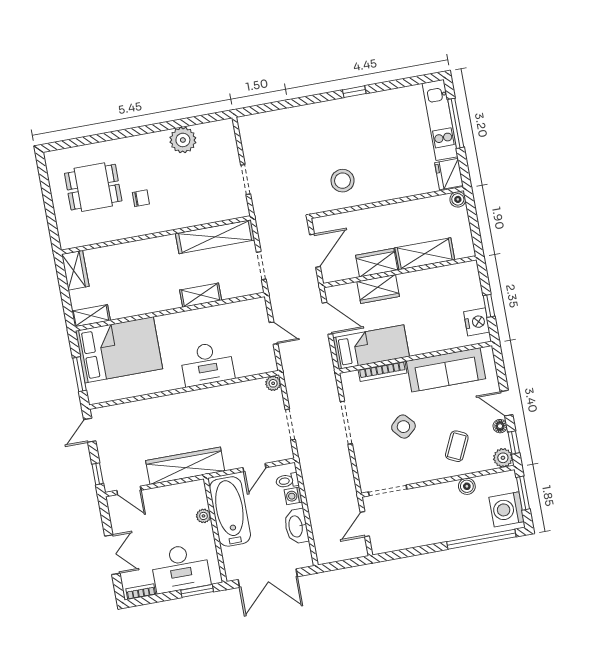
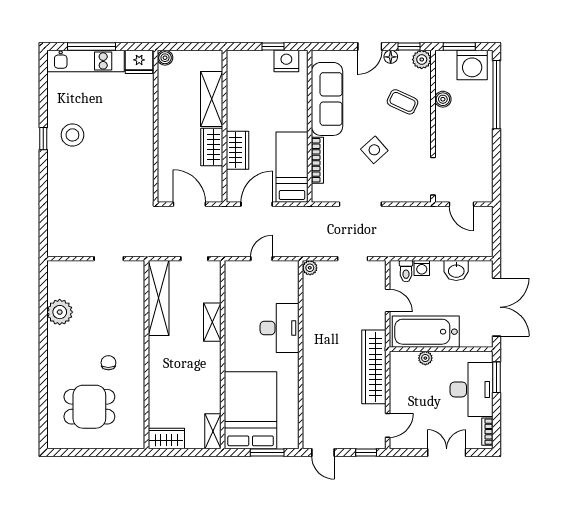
stool: (343, 181) -> (72, 135), moved
dining table: (93, 187) -> (89, 407), turned 90
washbasin: (296, 526) -> (456, 271), width x0.72

